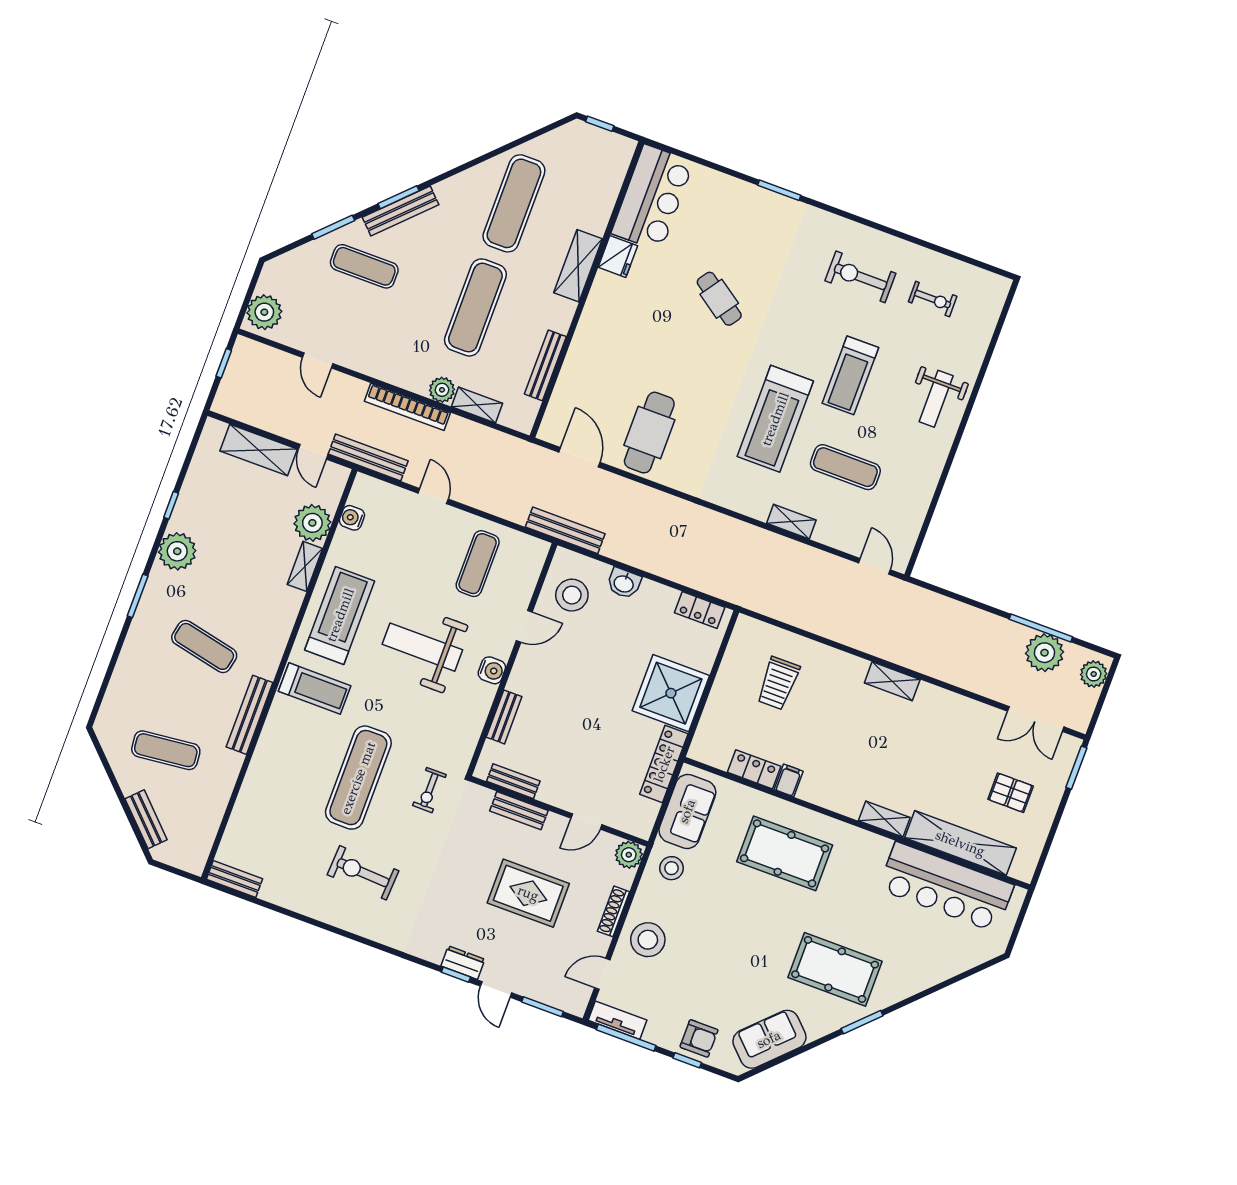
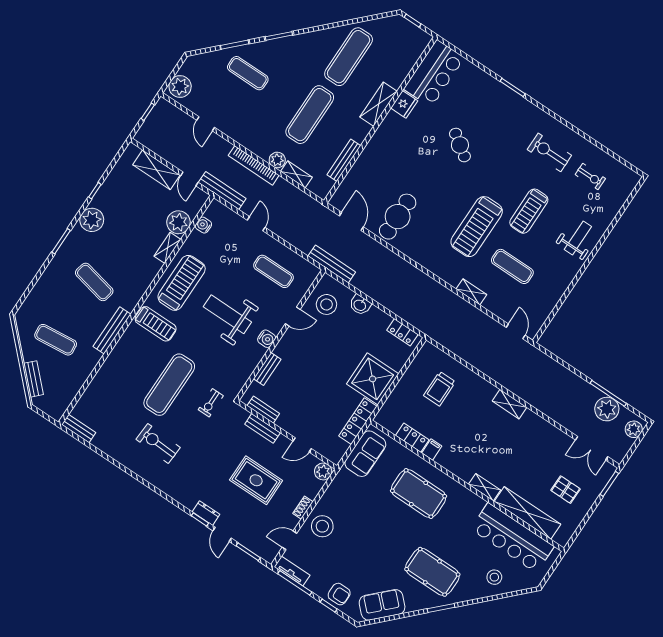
bench: (401, 211) -> (278, 45), removed
weight bench: (936, 399) -> (578, 238), turned 180
exercise mat: (478, 564) -> (273, 271), turned 90
stool: (671, 868) -> (494, 577), moved
shoe rack: (613, 911) -> (303, 508), width x0.70

